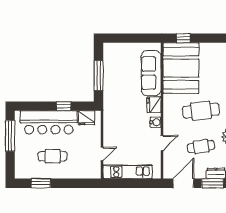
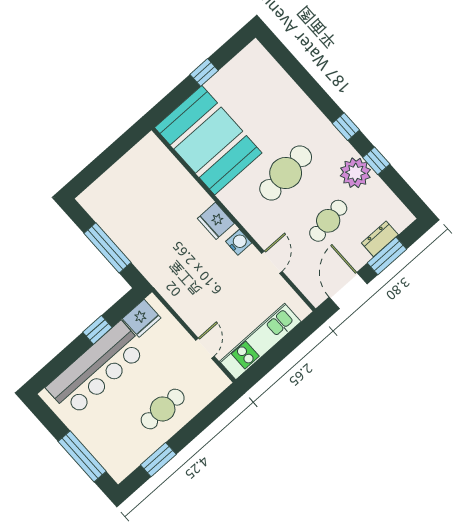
window: (183, 38) -> (204, 72), moved
sofa: (151, 73) -> (175, 182), removed
window: (10, 136) -> (82, 456), moved
cafe table: (53, 156) -> (163, 409), moved

